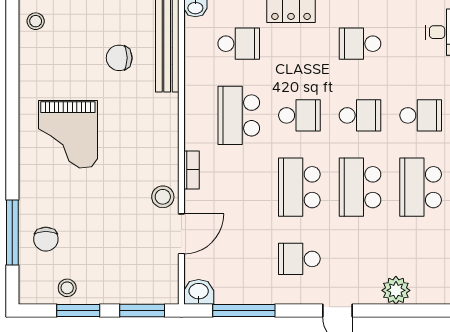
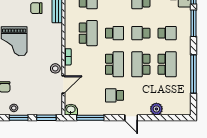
school desk: (239, 115) -> (88, 33), turned 180
school desk: (360, 115) -> (141, 33), turned 180
school desk: (299, 187) -> (115, 64), turned 180
school desk: (421, 187) -> (167, 64), turned 180

